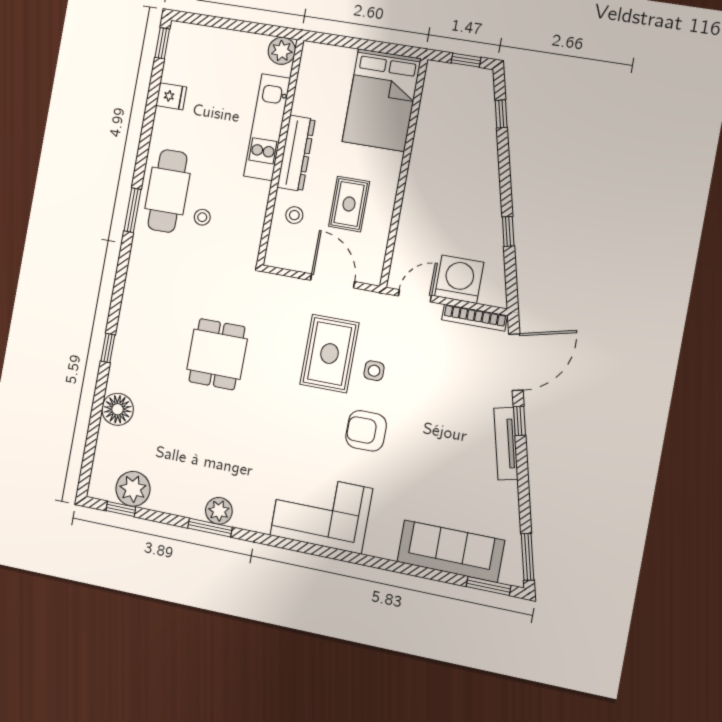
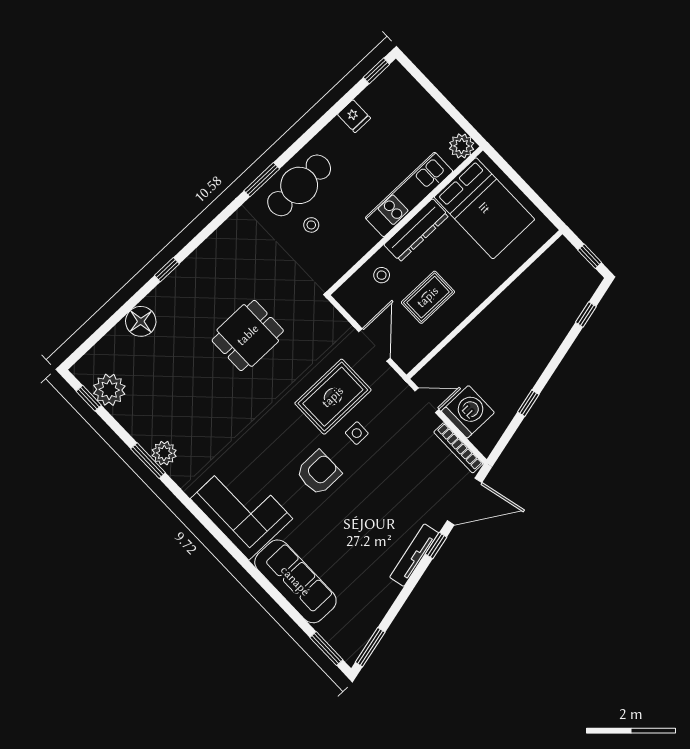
bed: (382, 100) -> (484, 208), moved, turned -90
armchair: (366, 431) -> (319, 473), turned 90
sofa: (451, 551) -> (295, 581), moved

